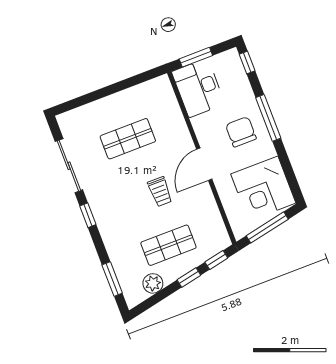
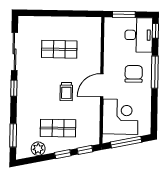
desk: (198, 88) -> (139, 35), moved, turned 180
corner desk: (263, 189) -> (120, 117), moved, turned 180

